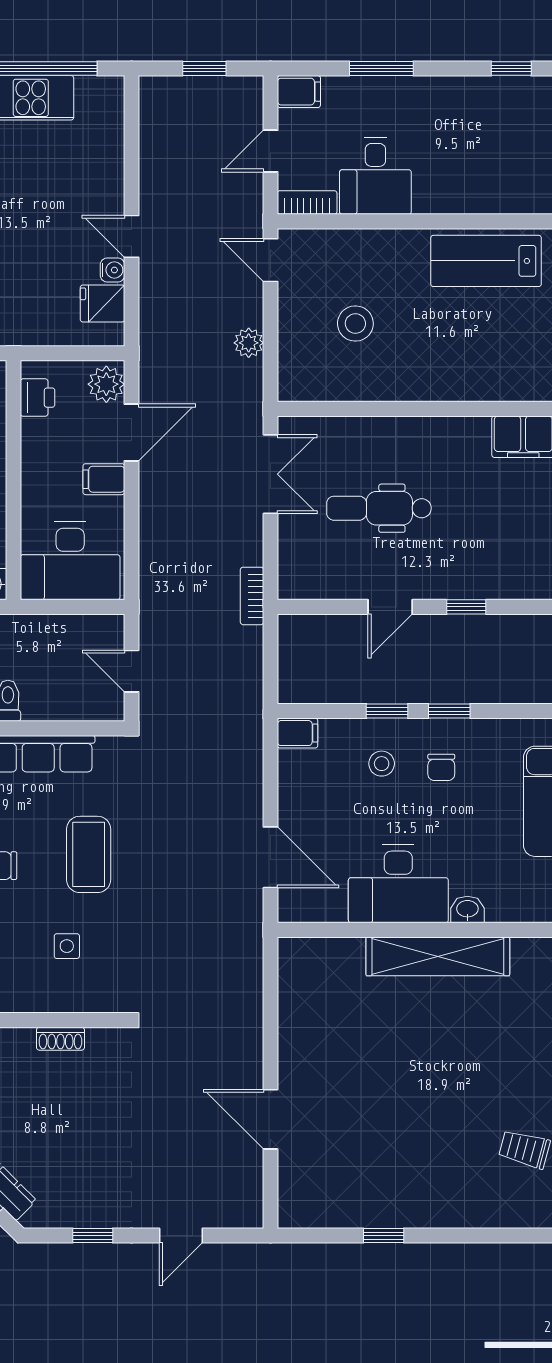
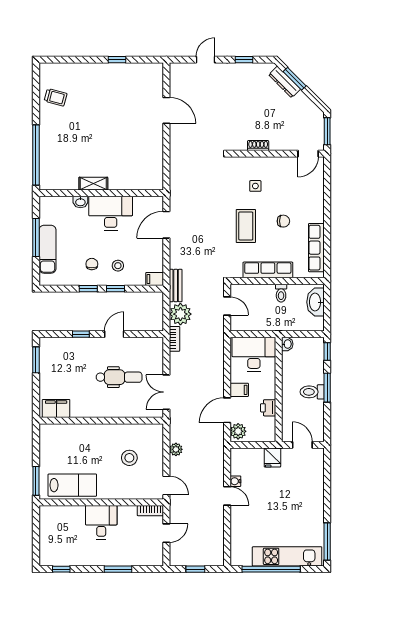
filing cabinet: (299, 92) -> (154, 559), removed
desk: (375, 176) -> (101, 522), moved
fridge: (102, 304) -> (272, 458), moved, turned 90
printer: (38, 398) -> (268, 408), moved
plant: (238, 653) -> (180, 314), added
bench: (249, 718) -> (176, 286), added
door: (270, 857) -> (166, 225), hinge flipped
shelving: (438, 956) -> (93, 184), width x0.45, depth x0.75

